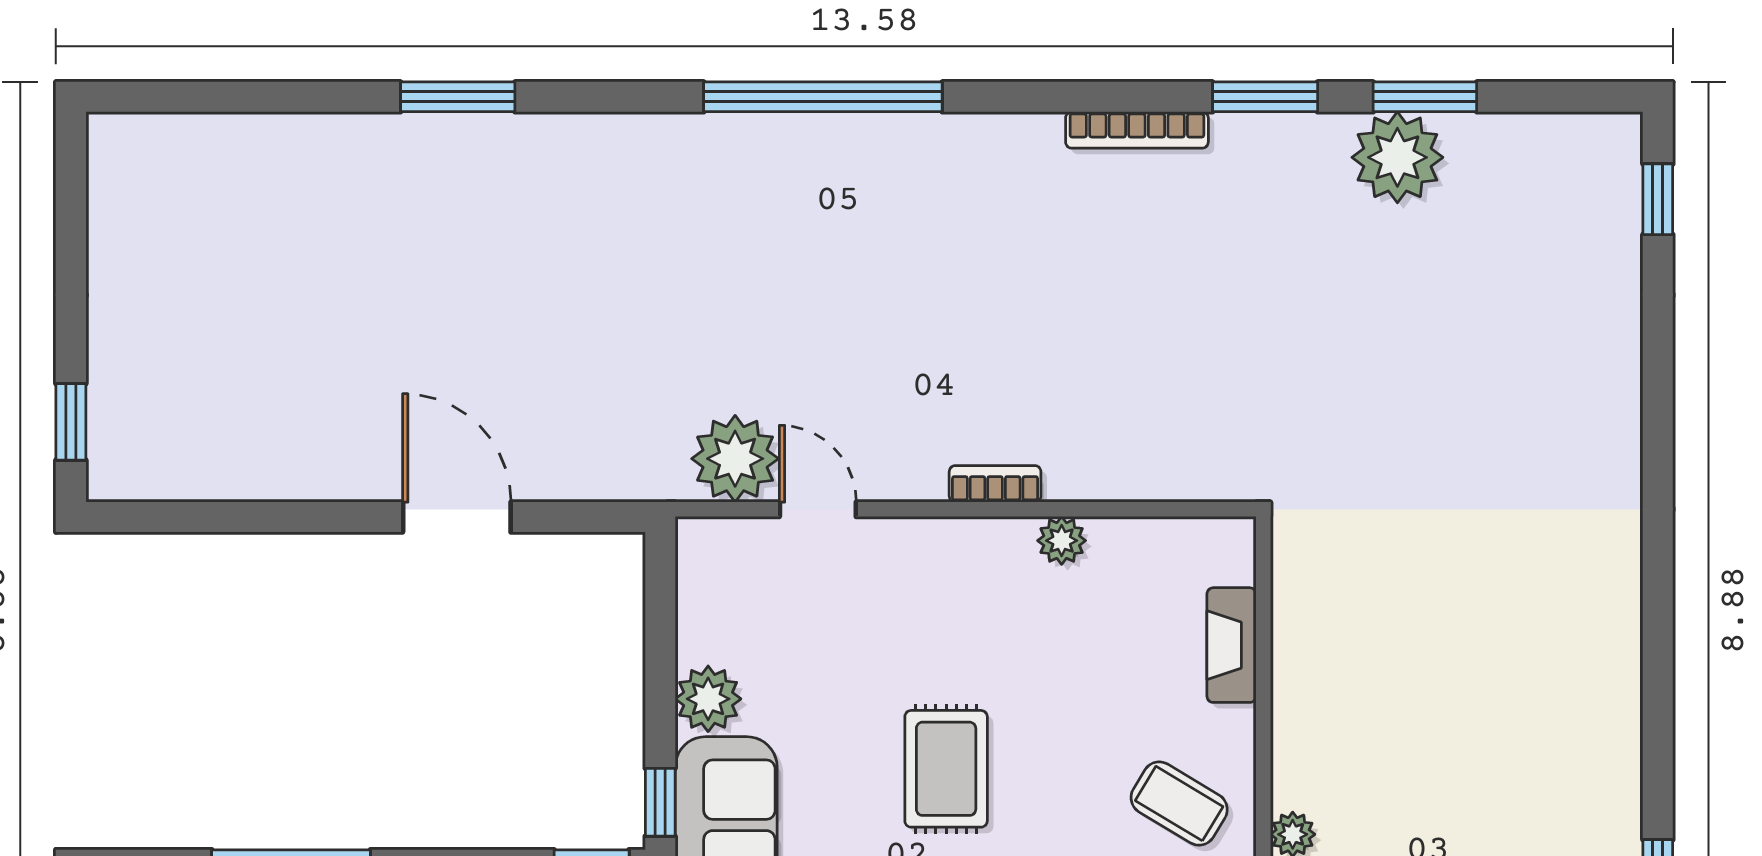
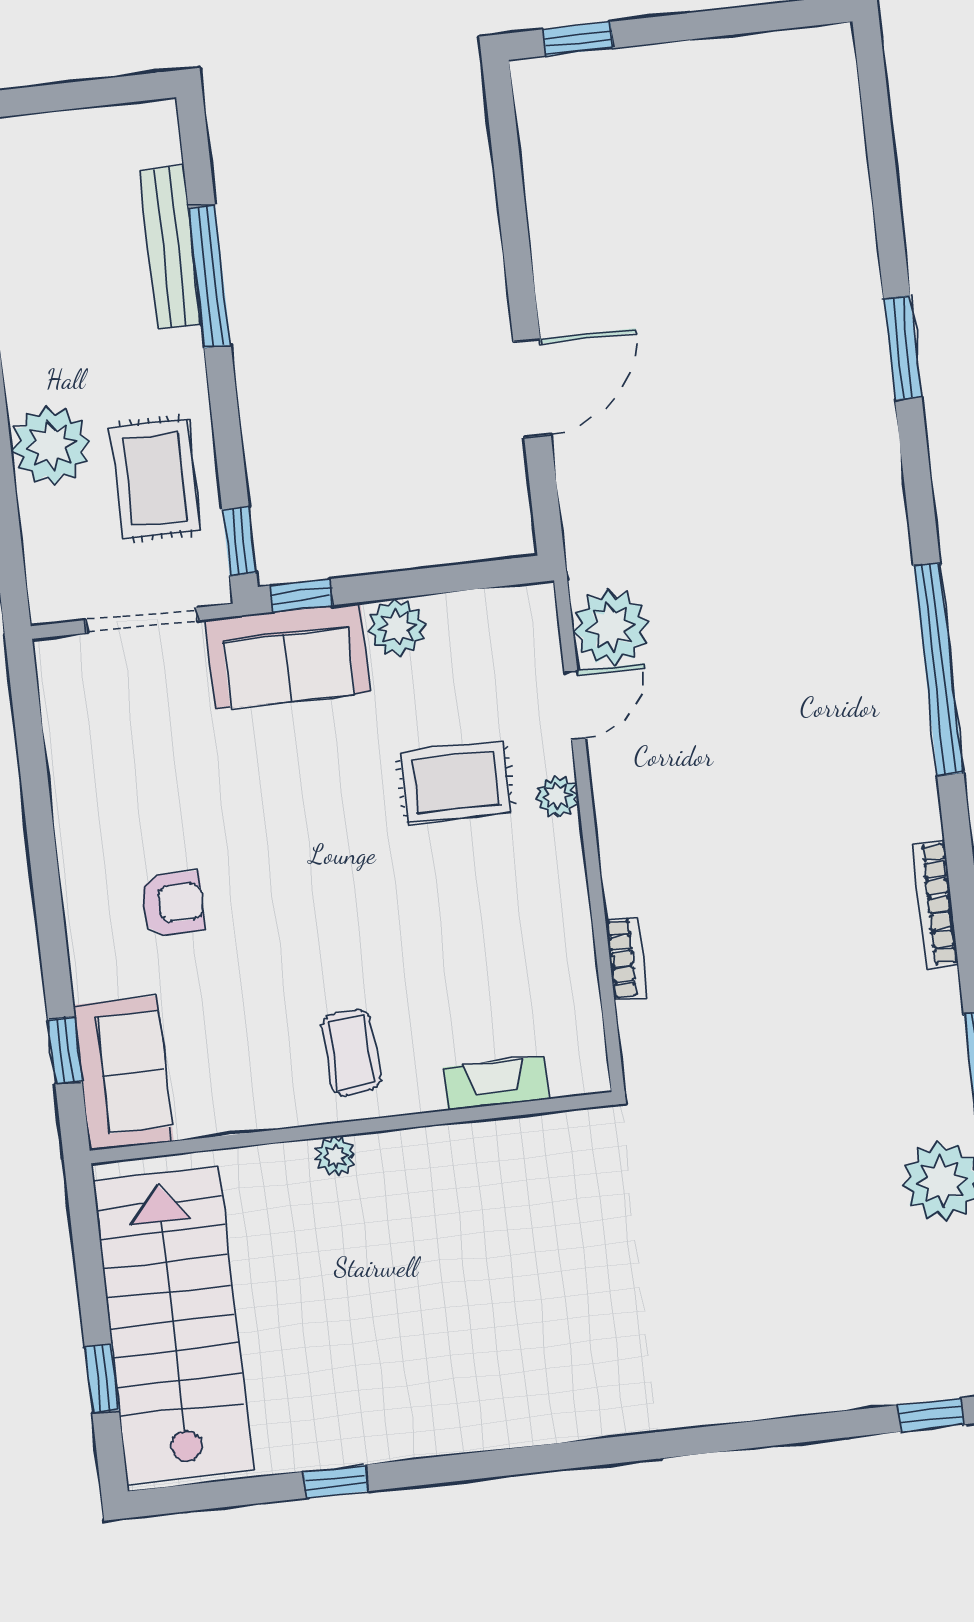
bookcase: (1137, 130) -> (935, 905), moved
bookcase: (995, 484) -> (626, 958), moved
plant: (1062, 541) -> (557, 796), moved
rug: (946, 769) -> (455, 782), moved
coffee table: (1179, 804) -> (351, 1053), turned -34

